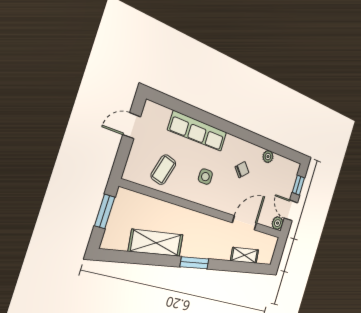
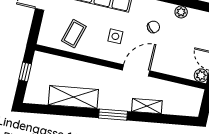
window: (105, 211) -> (25, 72), width x0.67
door: (245, 223) -> (136, 70), moved
shelving: (245, 255) -> (147, 106), moved

